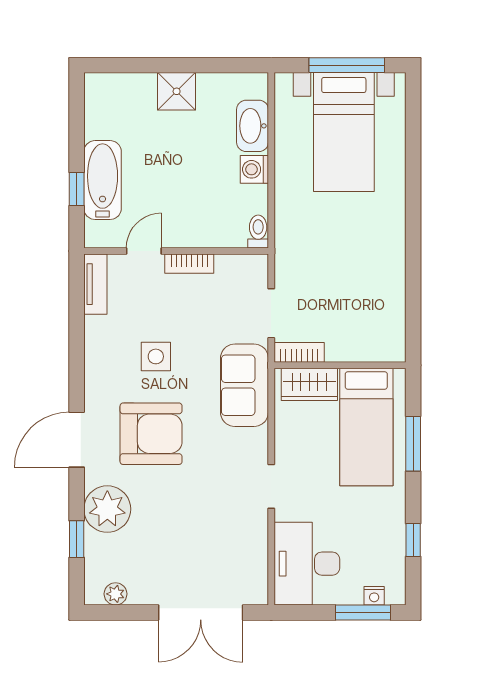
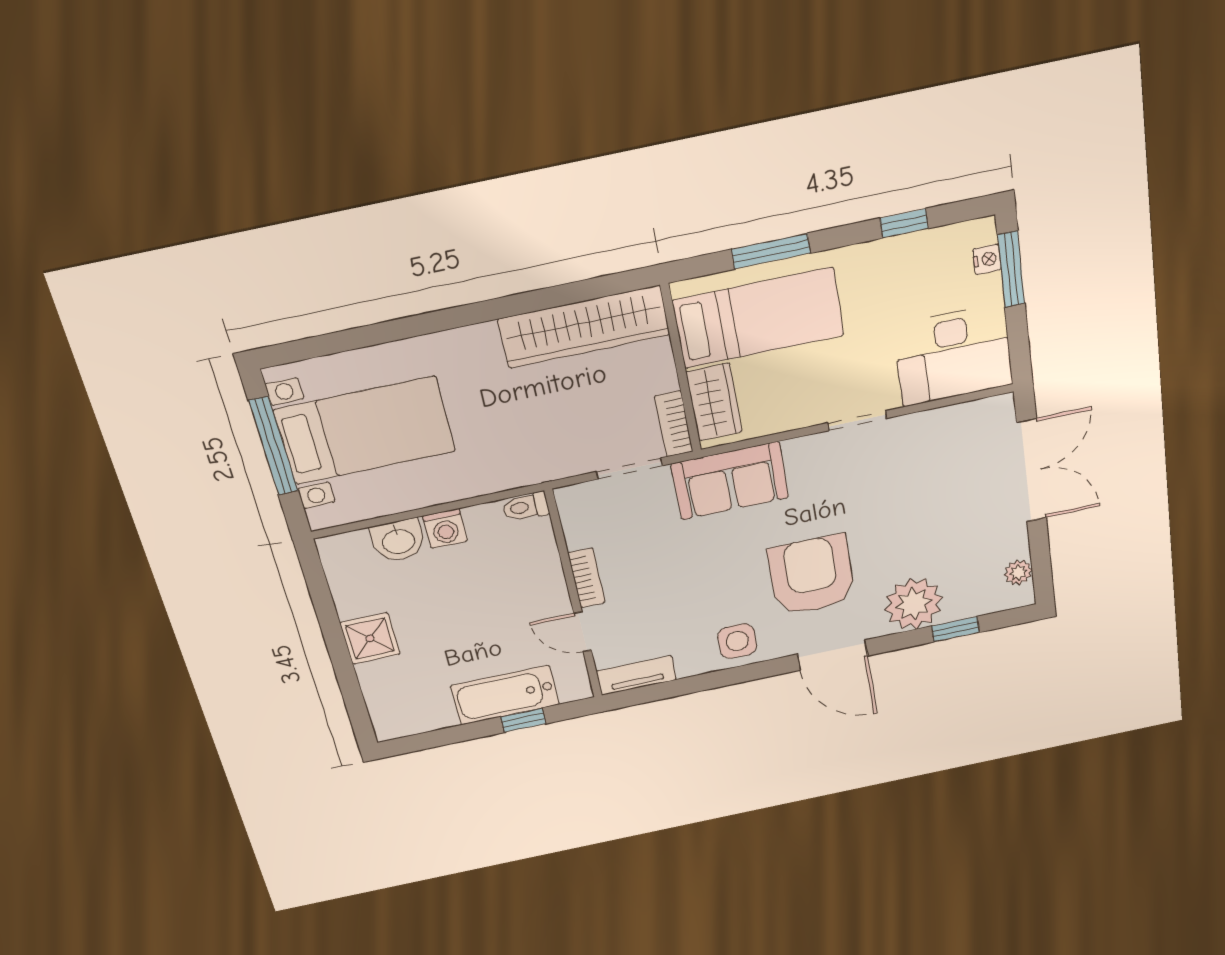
washbasin: (253, 126) -> (398, 541), width x0.72
wardrobe: (387, 303) -> (584, 327), added
side table: (156, 356) -> (737, 641), moved

